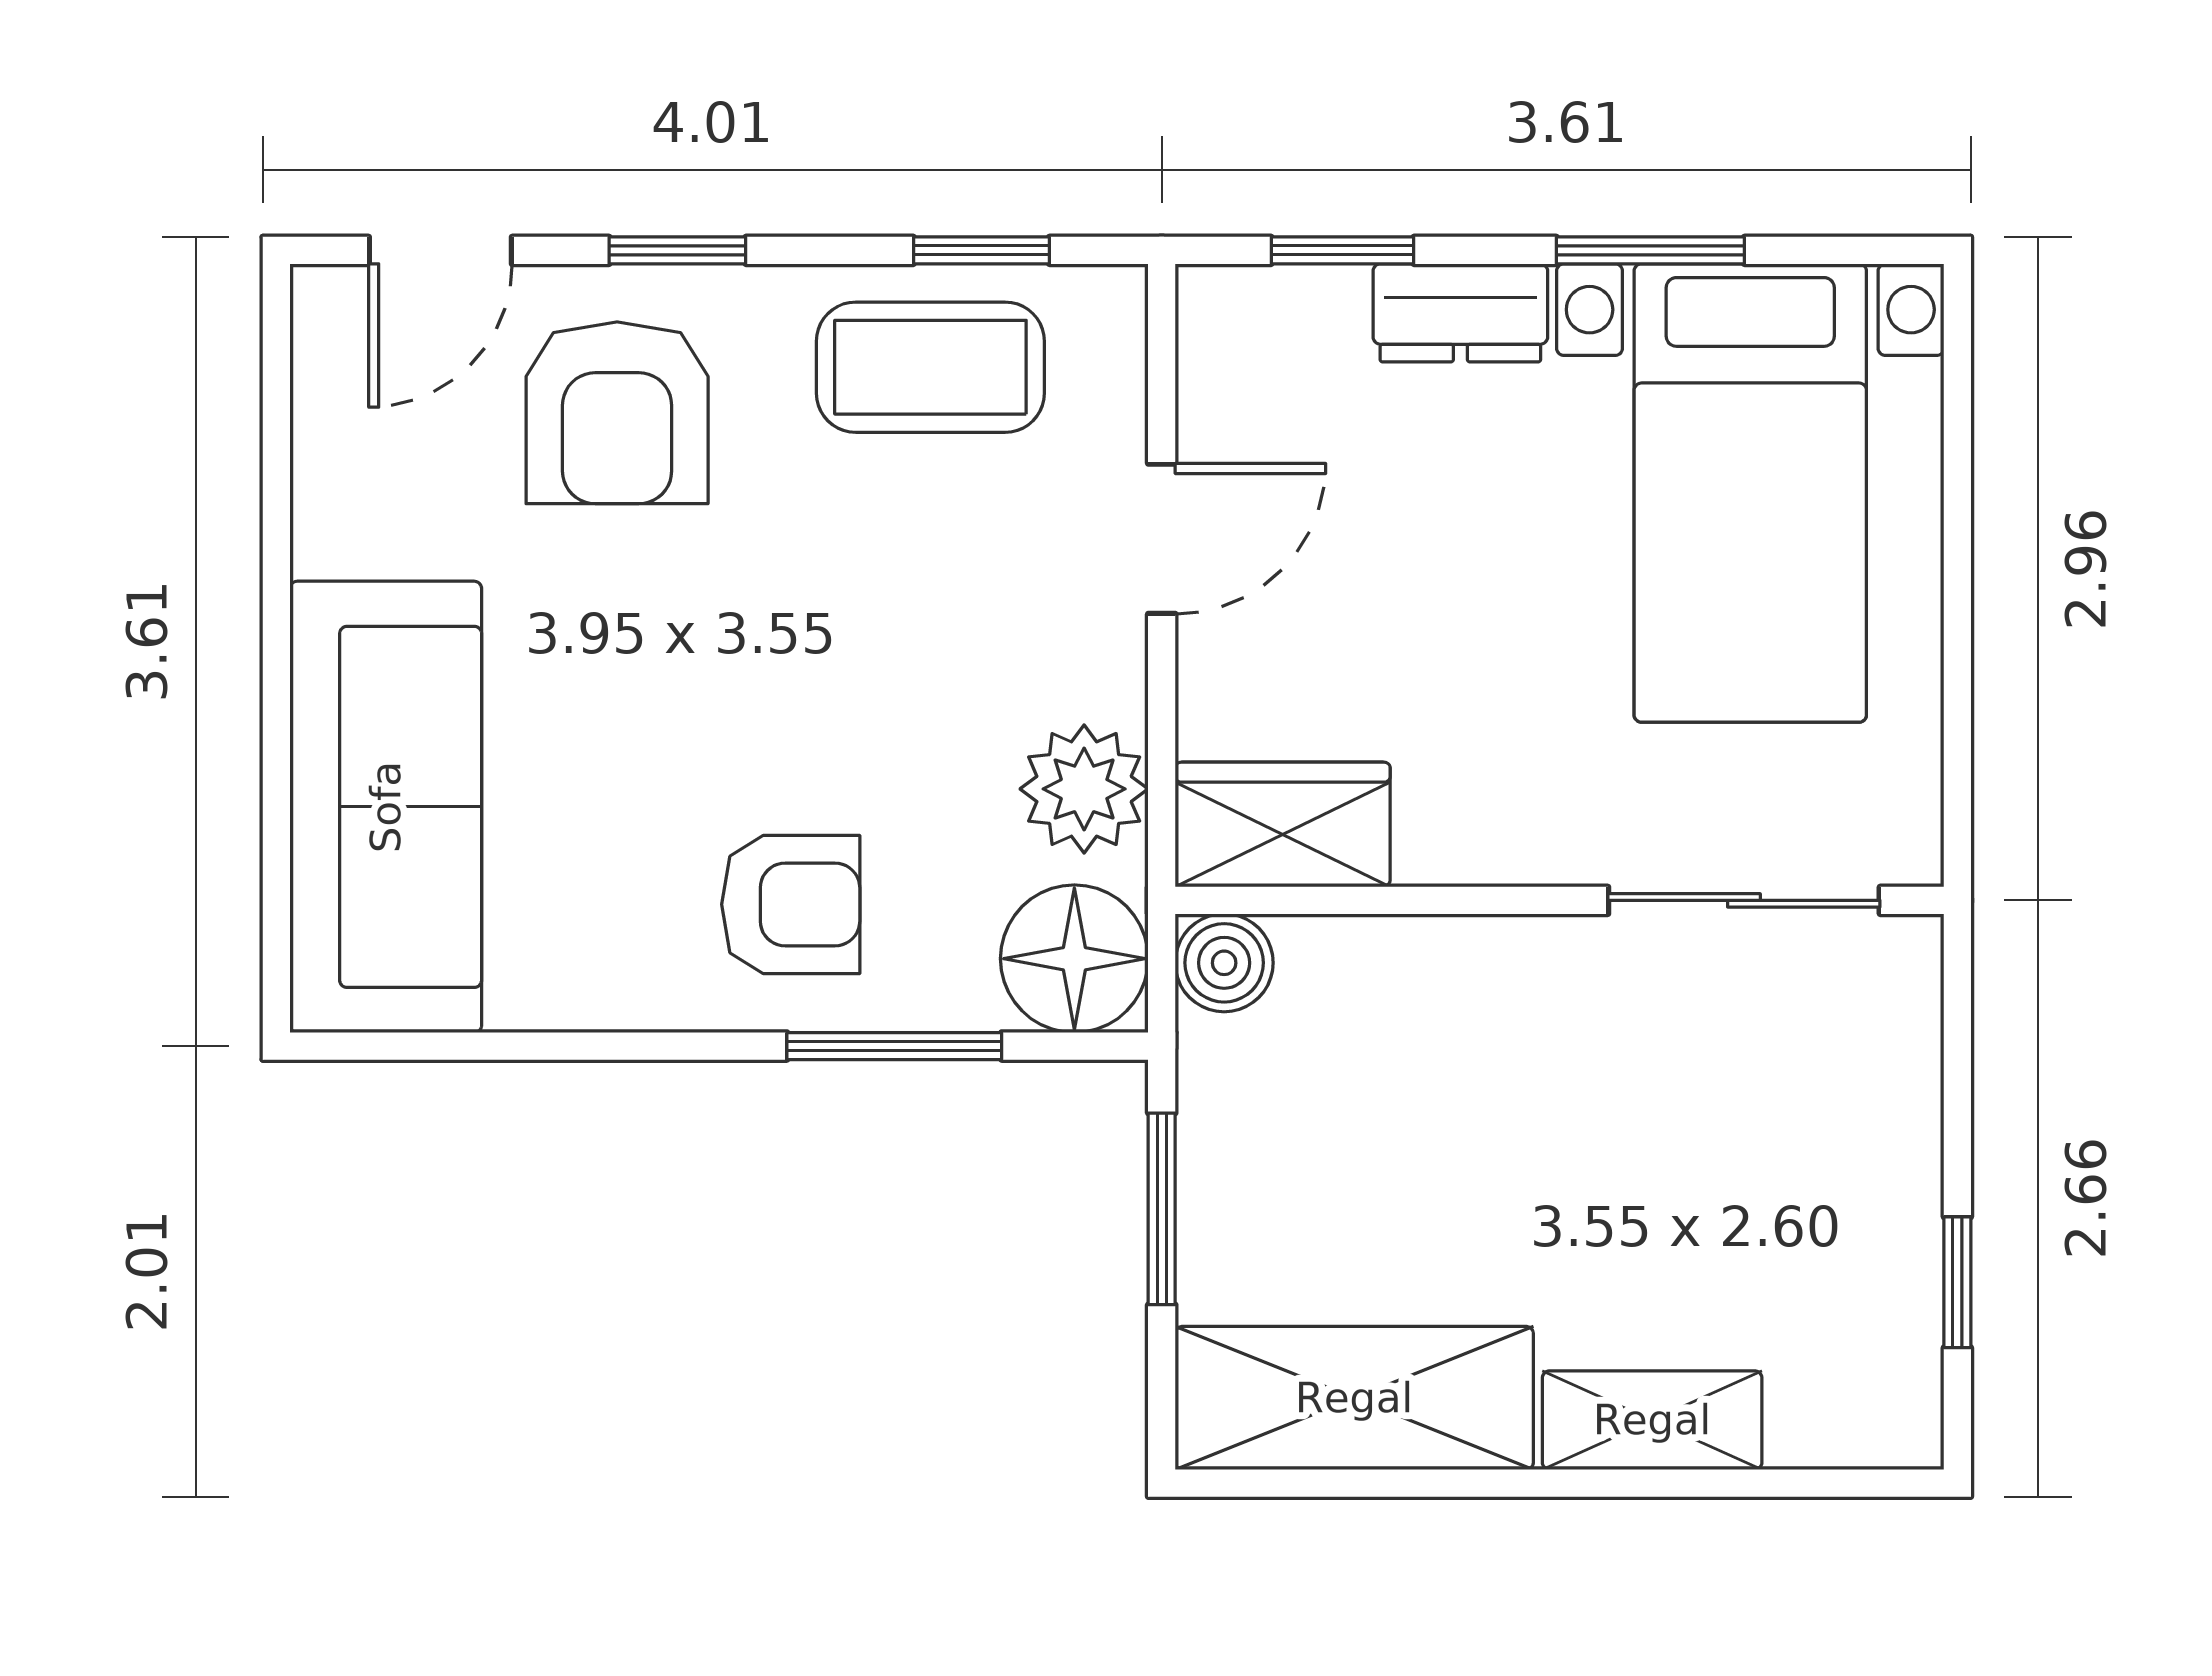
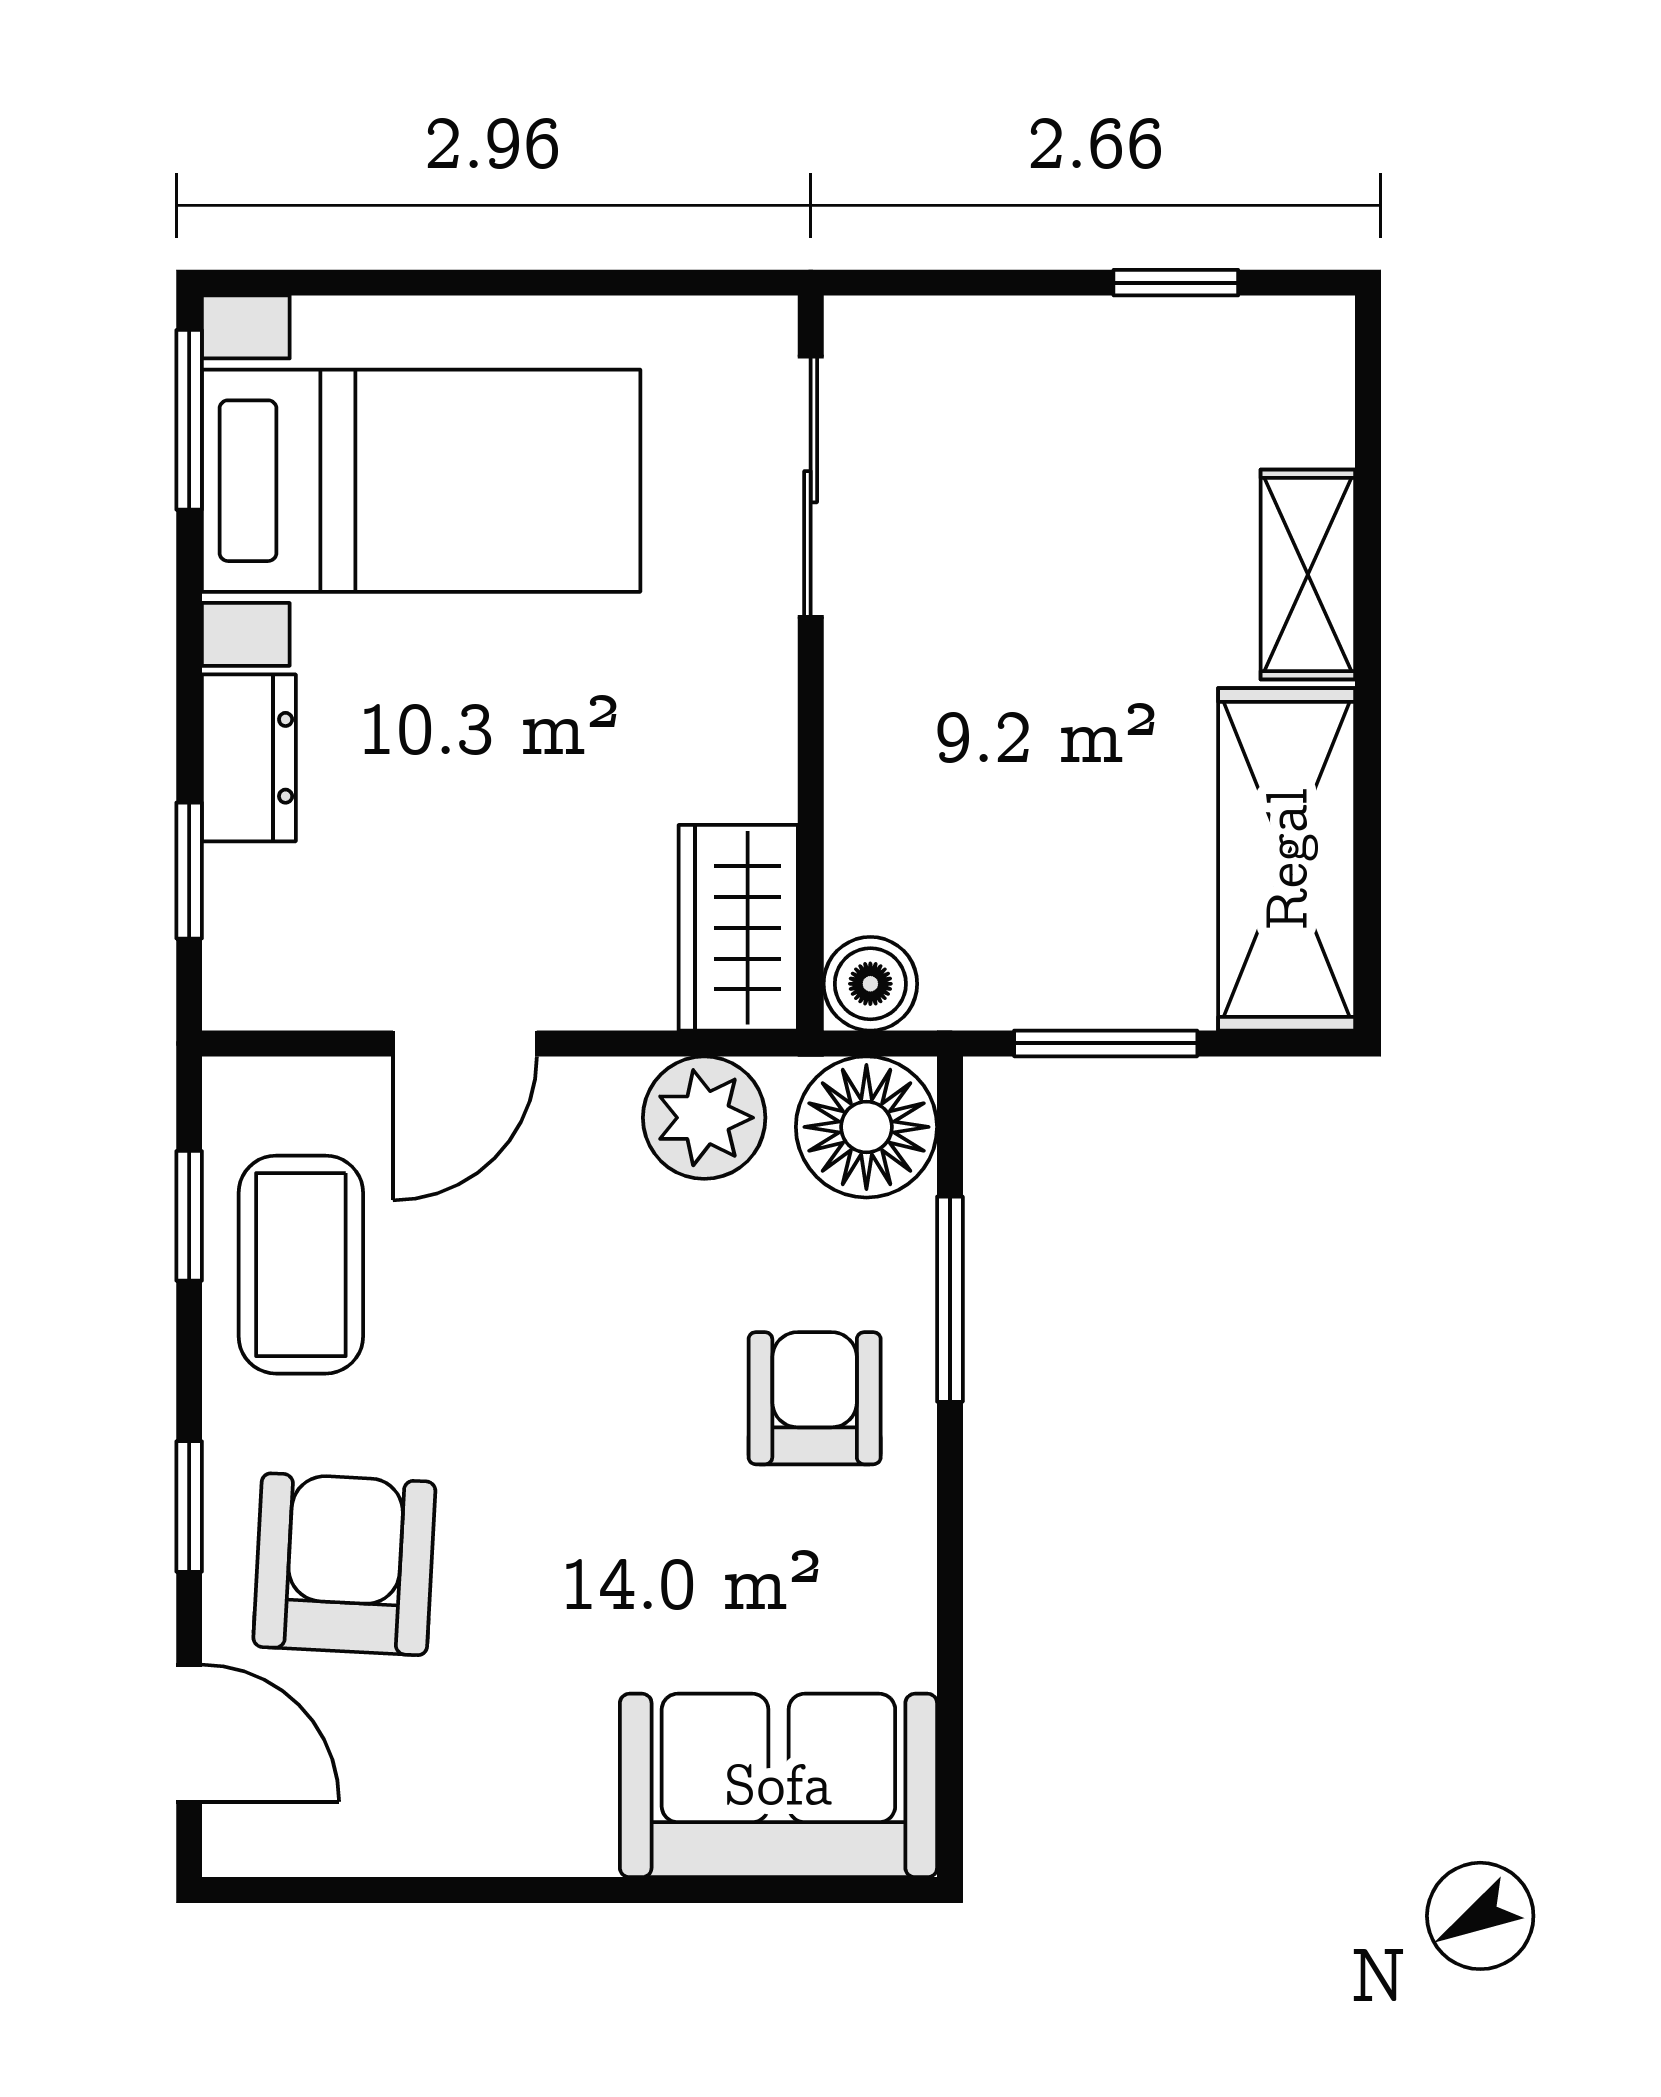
window: (1650, 250) -> (189, 420), moved
armchair: (617, 413) -> (344, 1564), turned -87
door: (1162, 539) -> (465, 1043), swing flipped
sofa: (386, 807) -> (778, 1785), width x0.73

